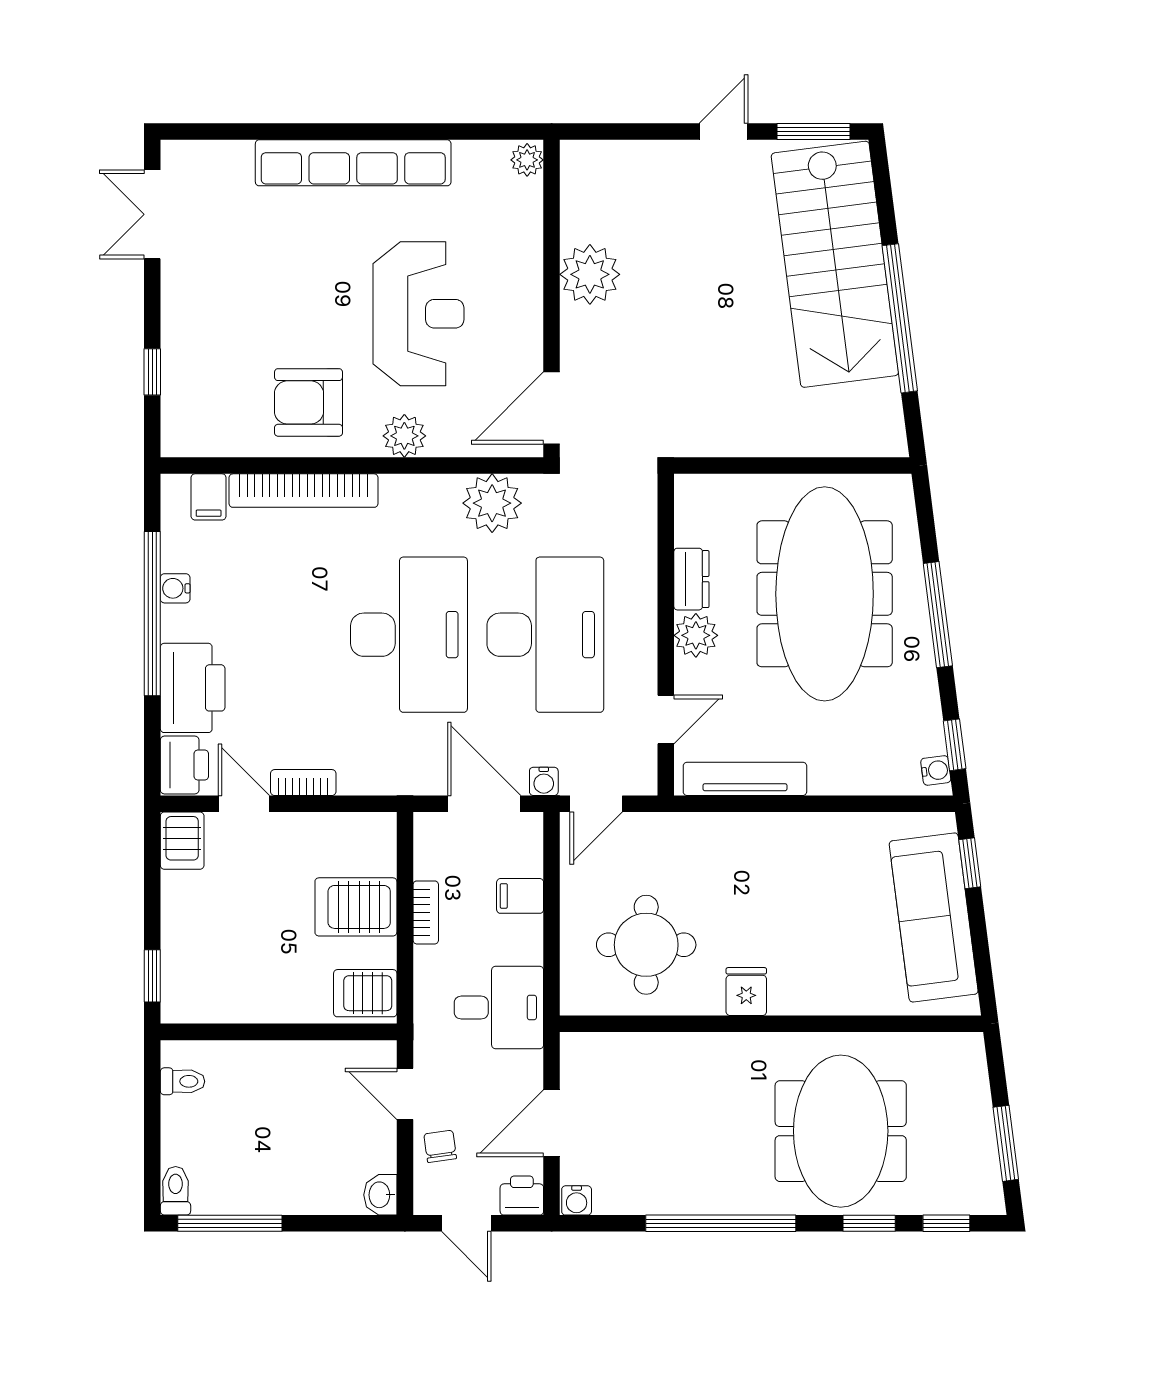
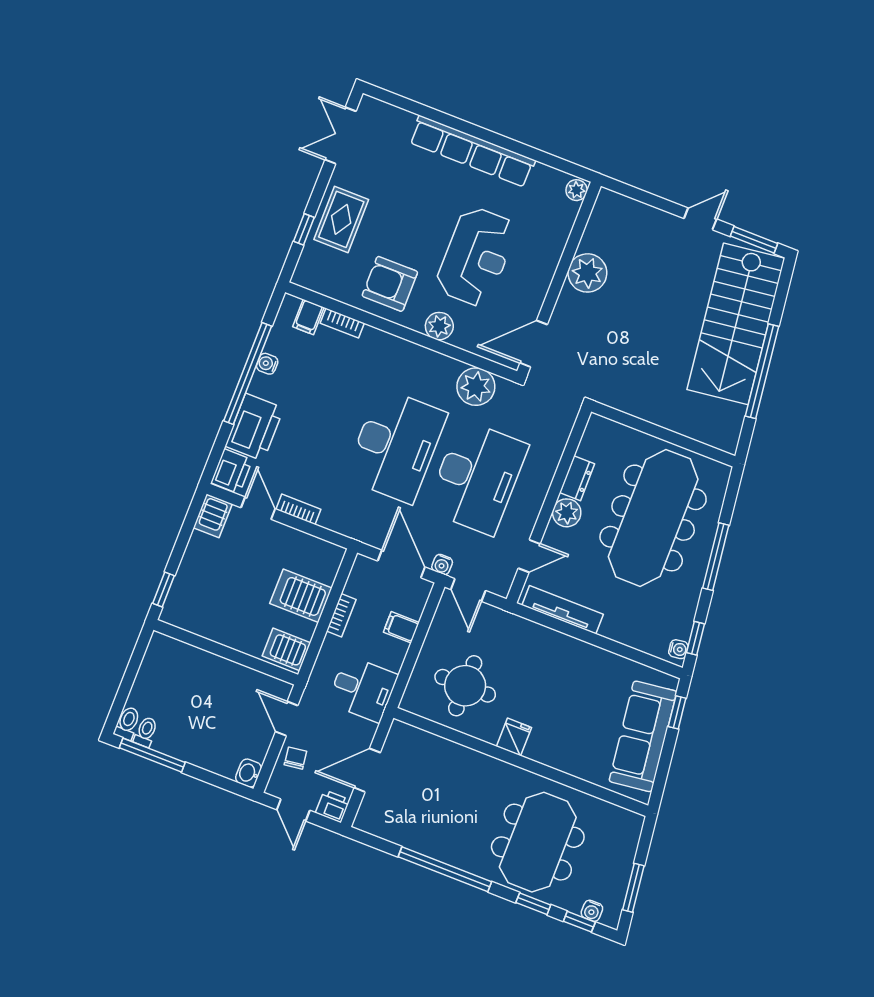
rug: (201, 336) -> (341, 219), added
bookcase: (304, 491) -> (342, 323), width x0.43, depth x0.76
door: (596, 804) -> (468, 590), hinge flipped
toilet: (183, 1081) -> (146, 732), moved, turned -90
water cooler: (577, 1200) -> (592, 911), moved

